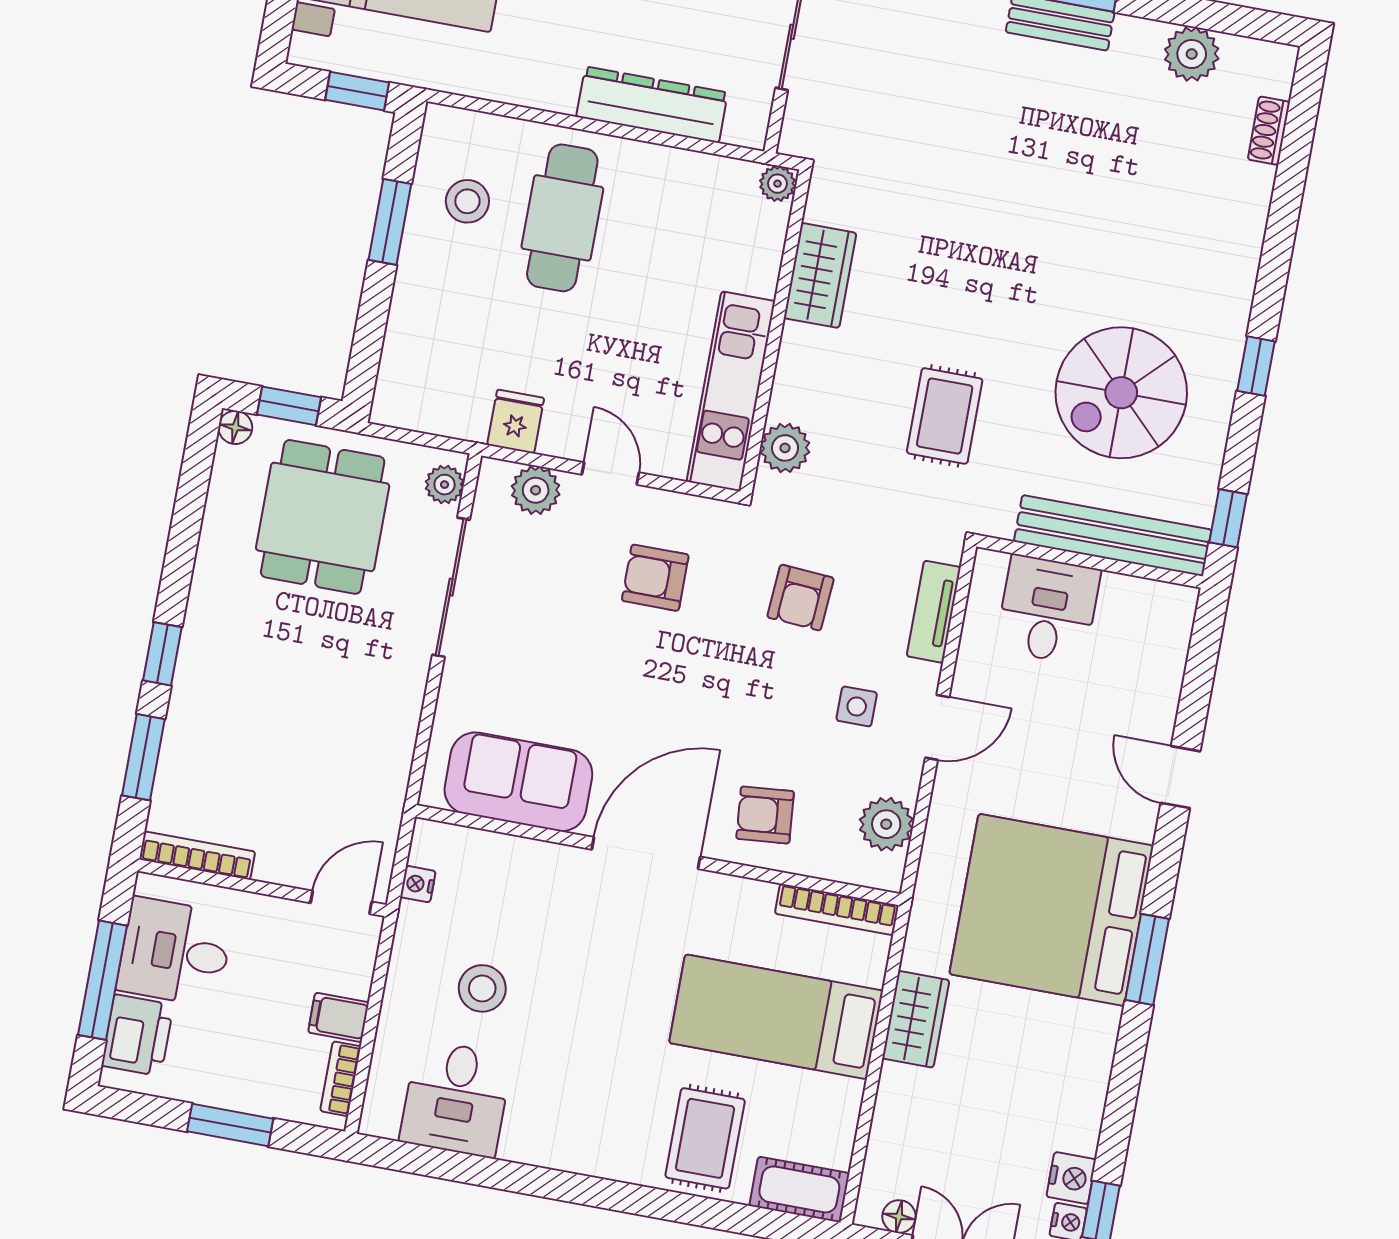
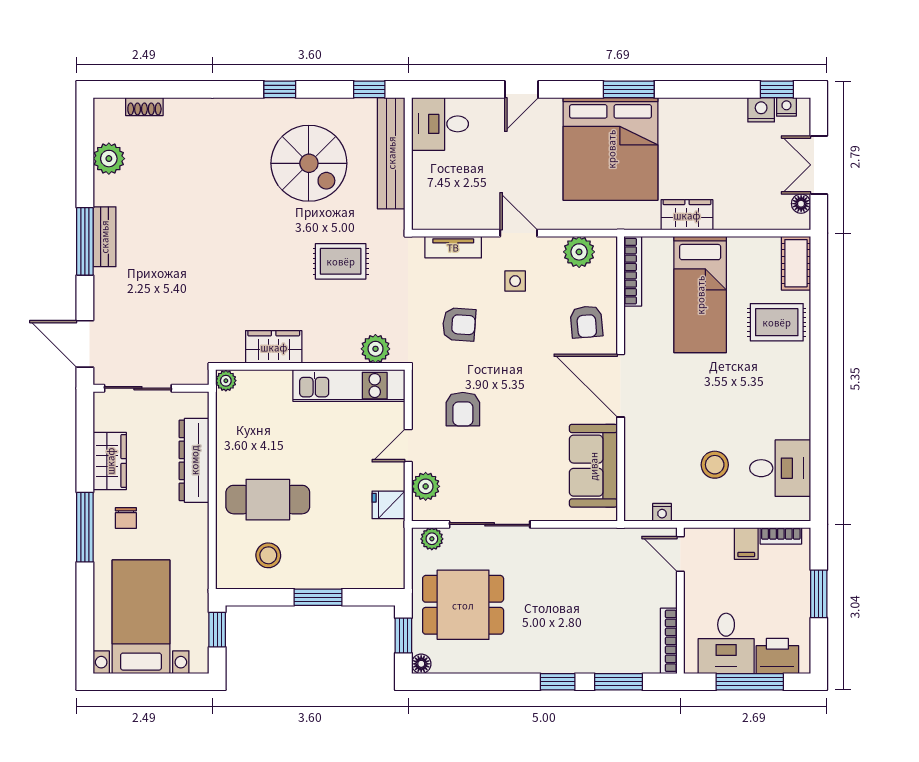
window: (390, 222) -> (318, 597), moved
desk: (1048, 610) -> (440, 124), moved

